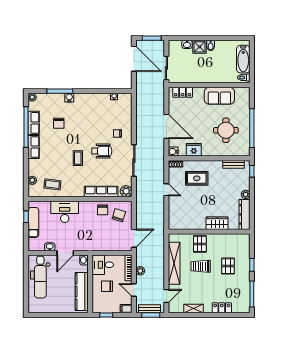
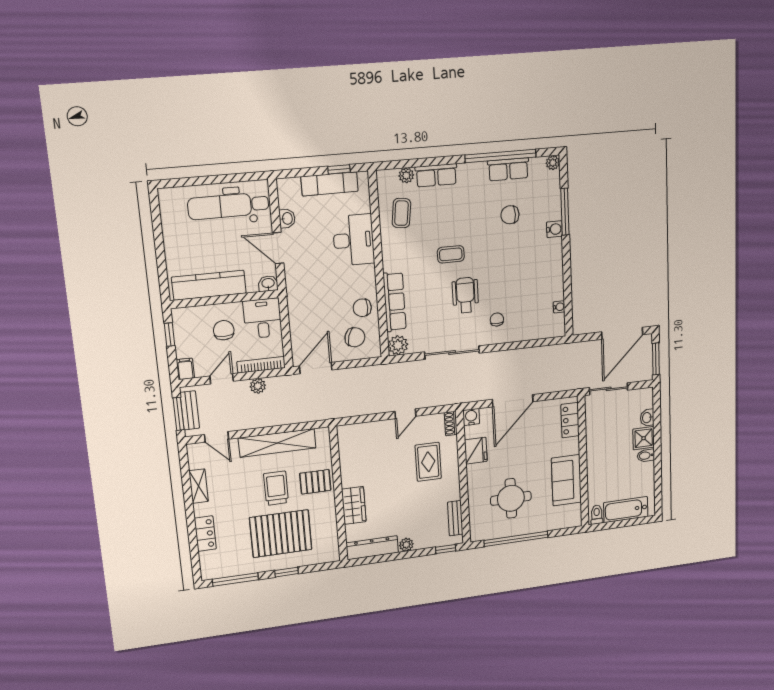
row of seats: (34, 147) -> (436, 175), moved
wheelchair: (102, 151) -> (465, 295), turned 180
door: (134, 238) -> (316, 368), swing flipped
pallet: (228, 266) -> (281, 534), width x2.05, depth x2.00

